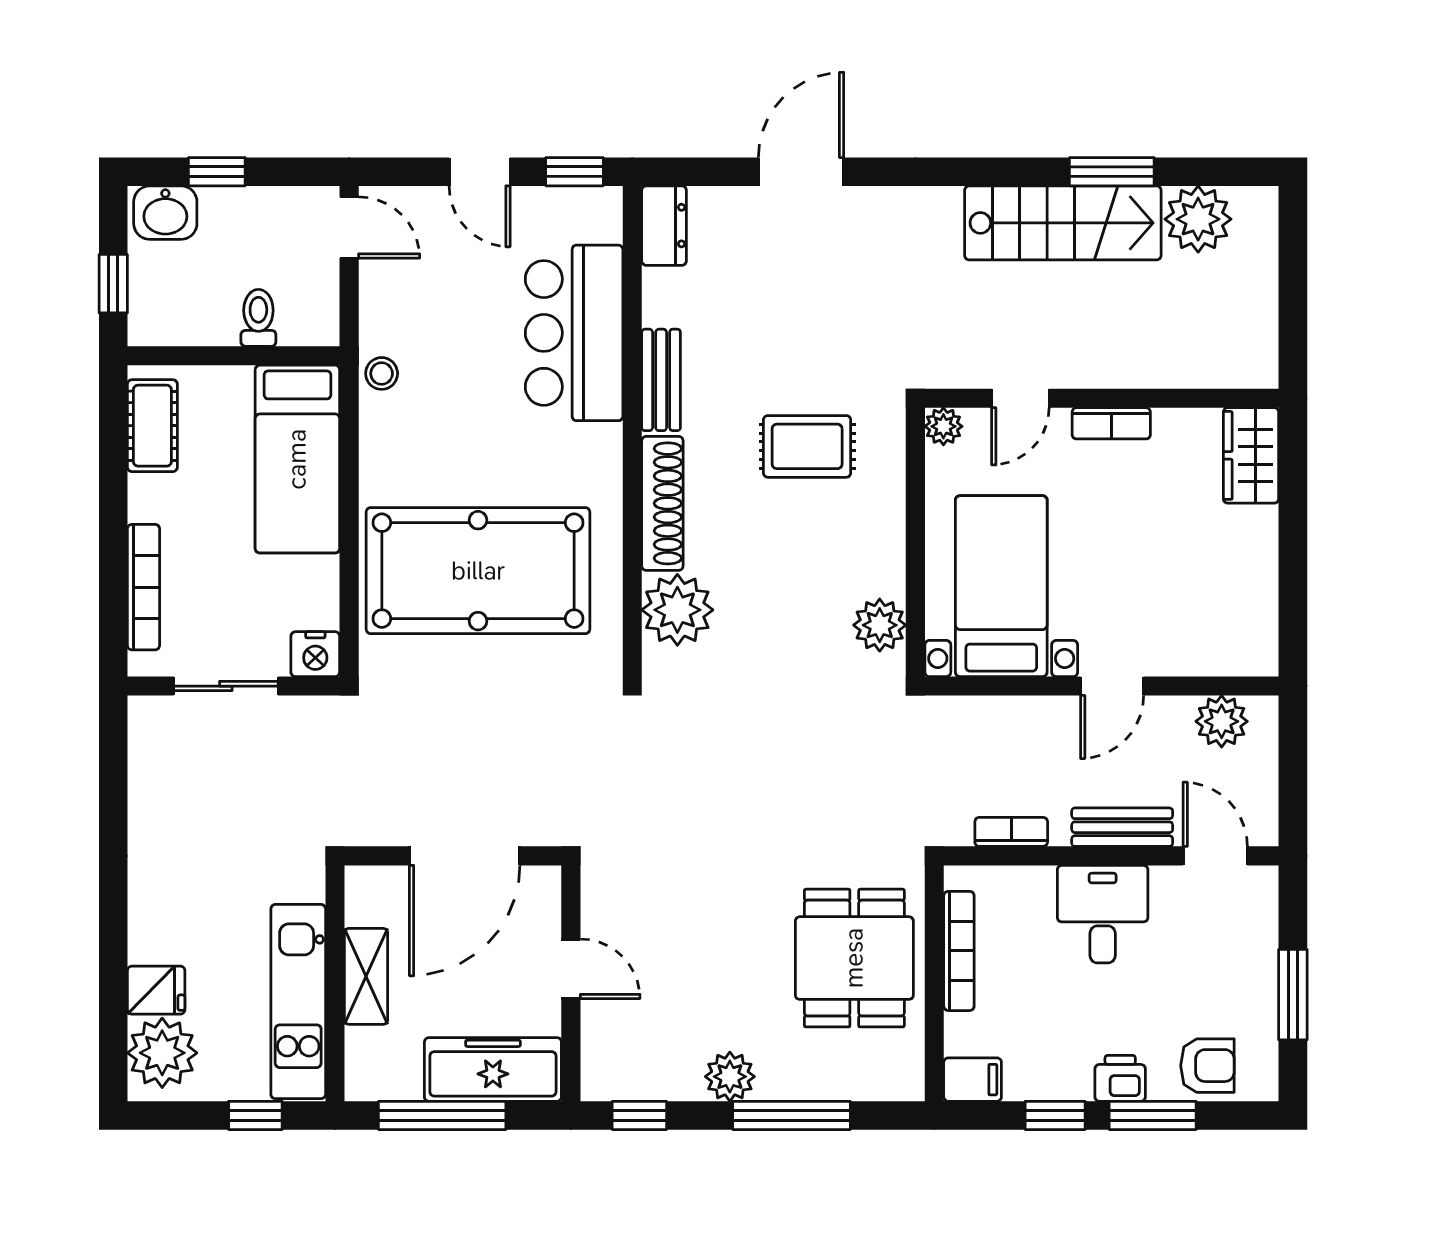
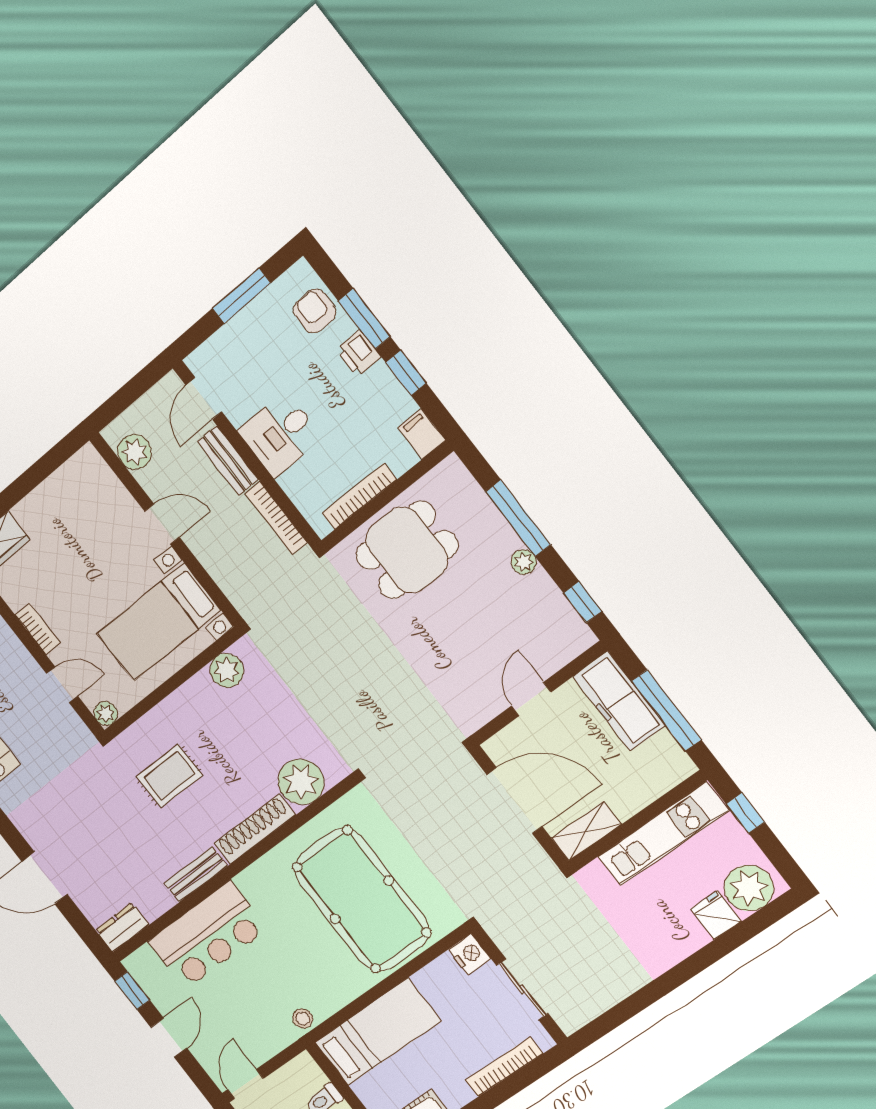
rug: (807, 446) -> (169, 776), turned 90
bookcase: (1011, 832) -> (276, 518), width x1.56
shelving: (366, 976) -> (586, 831), moved
plant: (730, 1077) -> (524, 562), width x0.73, depth x0.73

